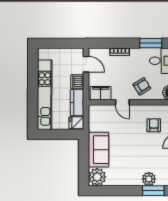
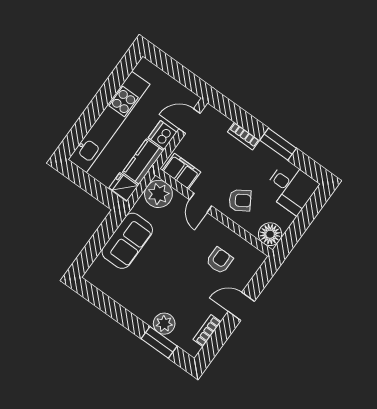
window: (151, 43) -> (278, 144), moved
door: (86, 64) -> (189, 121), swing flipped
plant: (97, 177) -> (158, 194), moved

